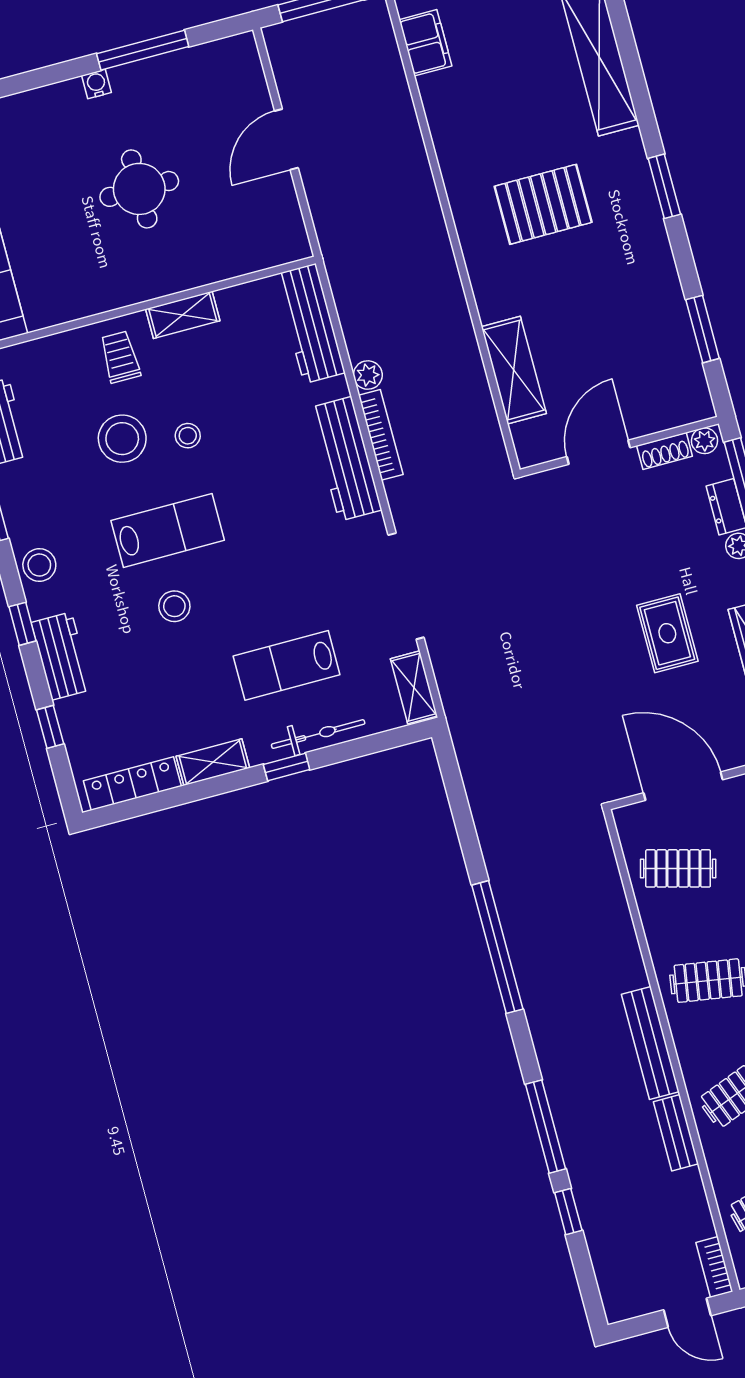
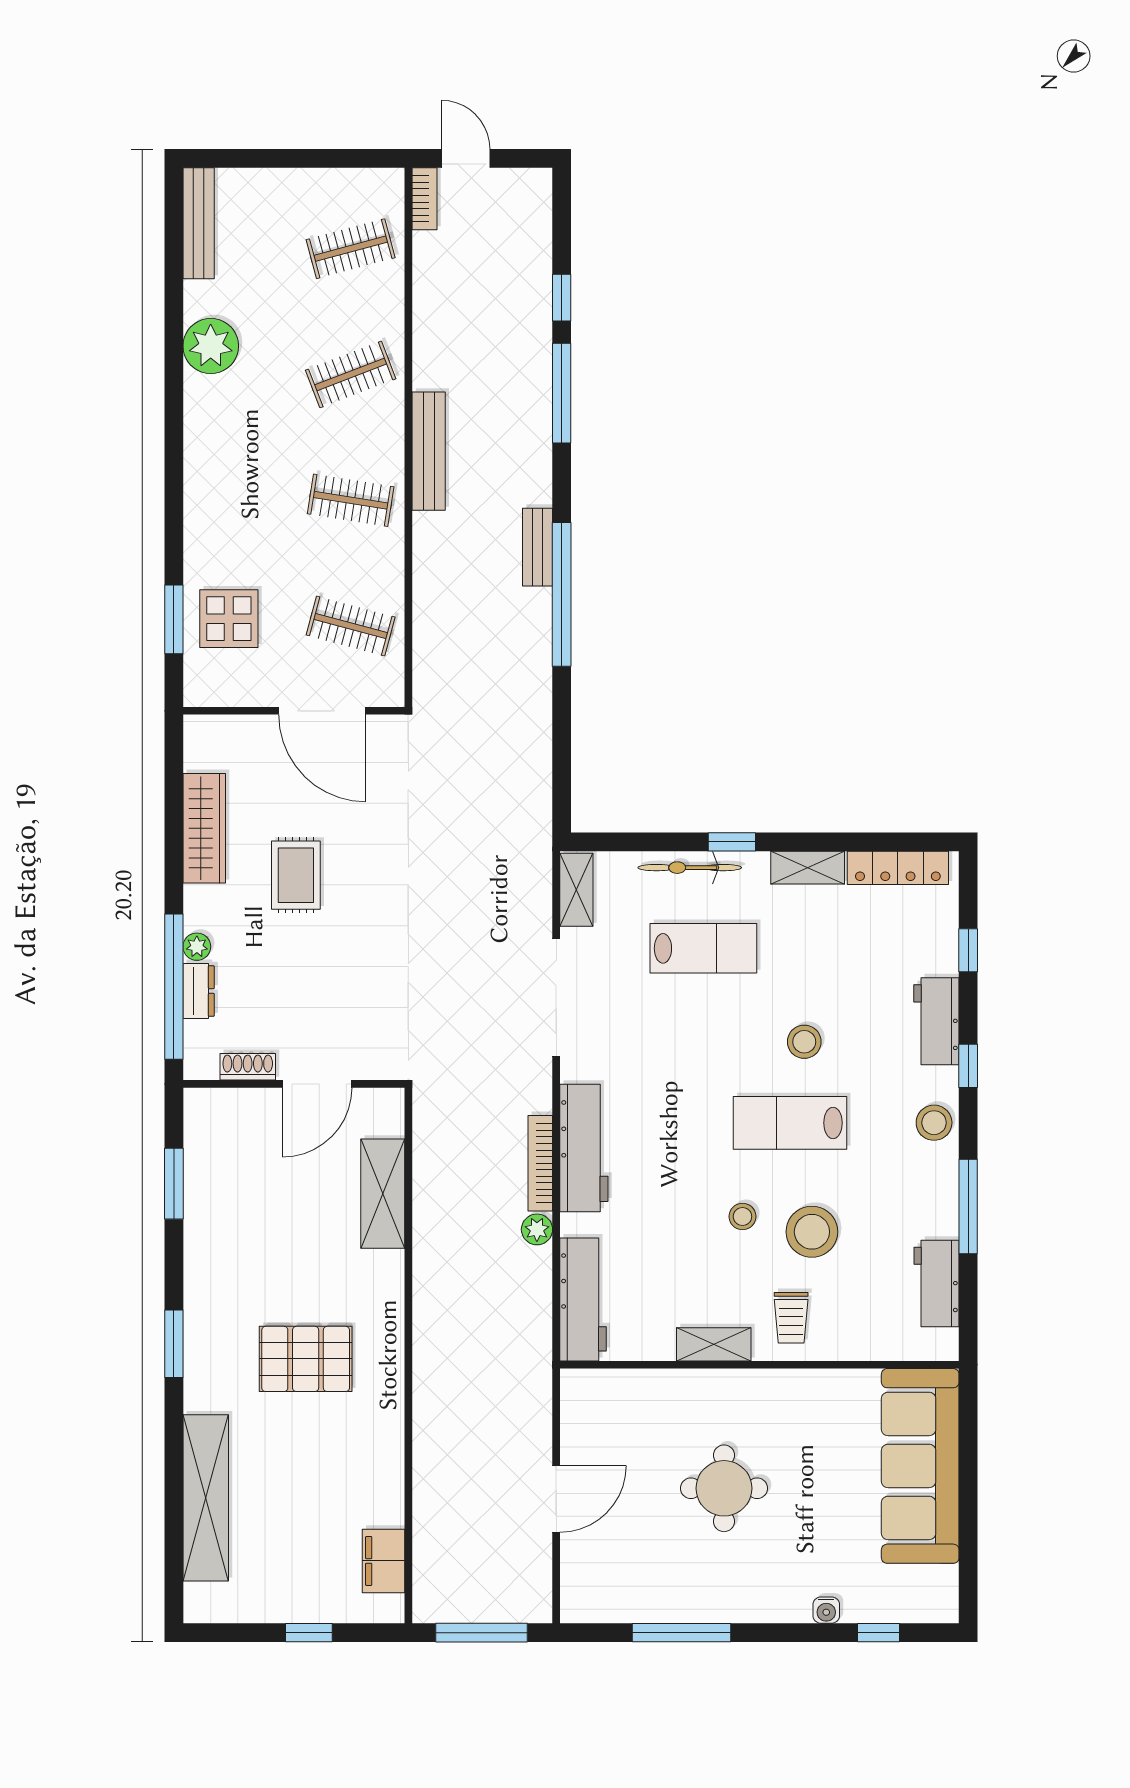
water cooler: (96, 84) -> (826, 1610), moved
plant: (705, 441) -> (203, 1066), removed
bench: (676, 1133) -> (538, 547), moved

